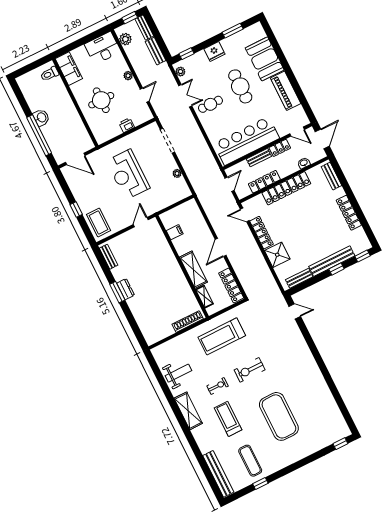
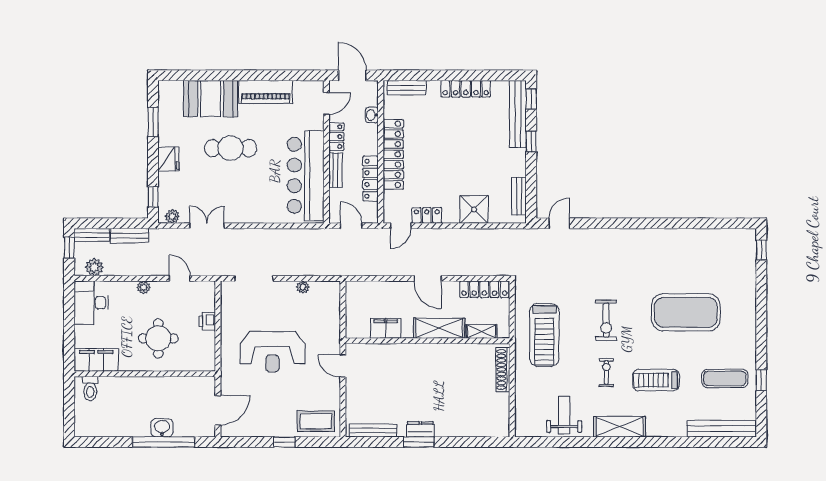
cafe table: (210, 104) -> (235, 199), removed
washbasin: (41, 118) -> (162, 428), moved
filing cabinet: (175, 232) -> (386, 328), width x2.00
locker: (262, 233) -> (427, 215), width x0.66
bench: (109, 257) -> (373, 431), width x1.36
bench: (332, 261) -> (518, 114), moved

